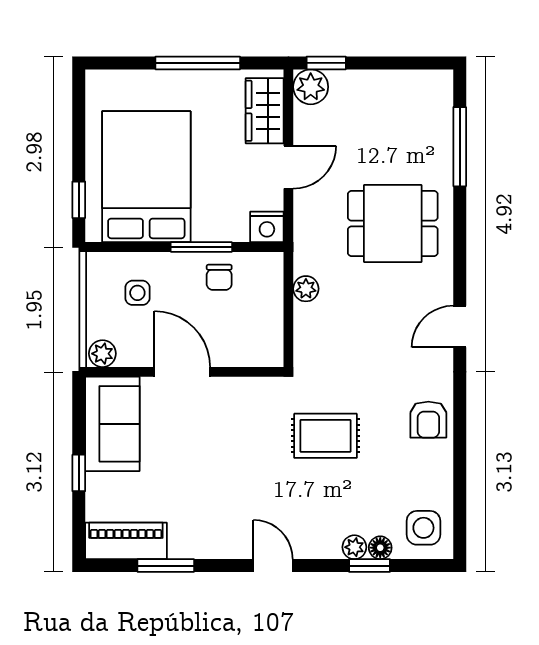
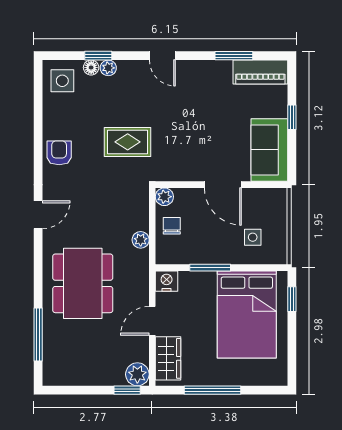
dining table: (393, 224) -> (83, 283), width x1.38
chair: (219, 277) -> (172, 226), moved
plant: (102, 354) -> (164, 197), moved

